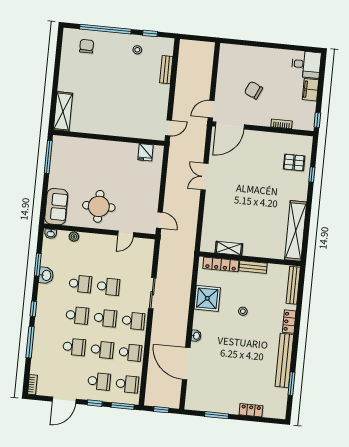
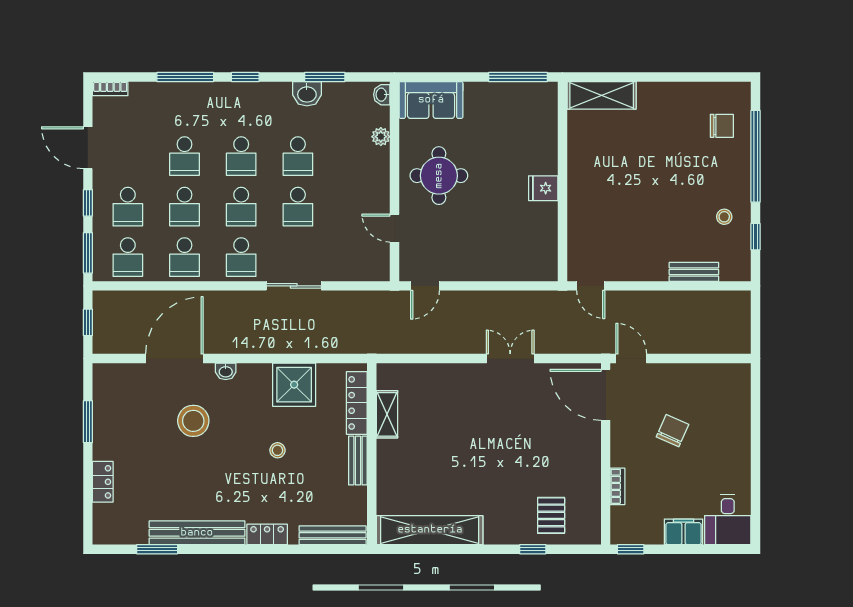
fridge: (145, 152) -> (543, 188), moved
stool: (222, 356) -> (193, 421), added

